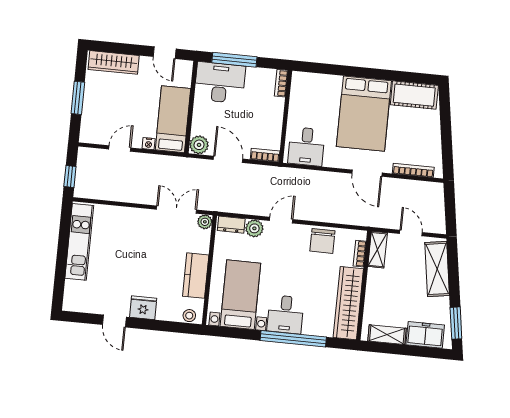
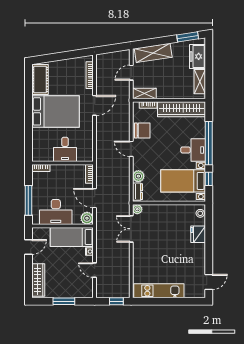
desk: (220, 83) -> (56, 212), moved, turned -90
desk: (306, 146) -> (65, 149), moved, turned 90
door: (228, 159) -> (95, 198), hinge flipped
door: (281, 220) -> (131, 149), moved
kitchen counter: (196, 276) -> (173, 212), removed
fridge: (143, 308) -> (198, 234), moved
door: (114, 321) -> (209, 282), moved
window: (240, 333) -> (209, 179), added

